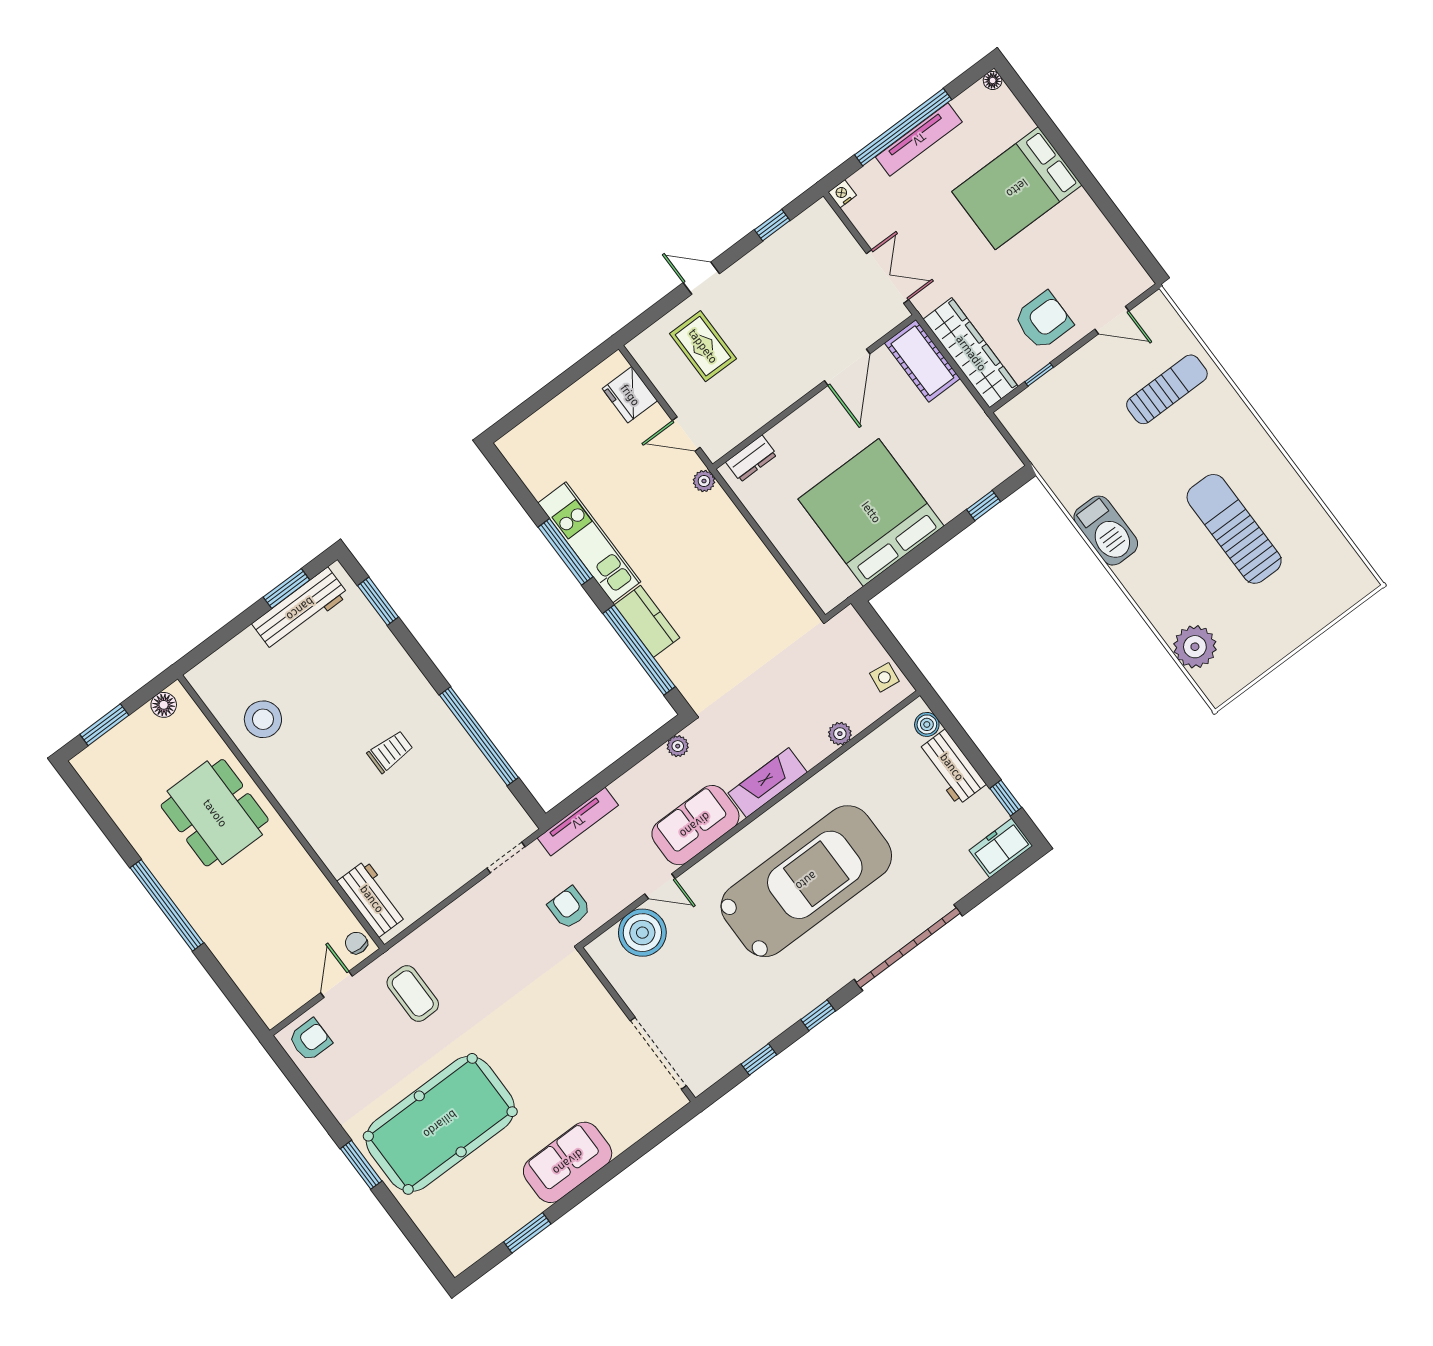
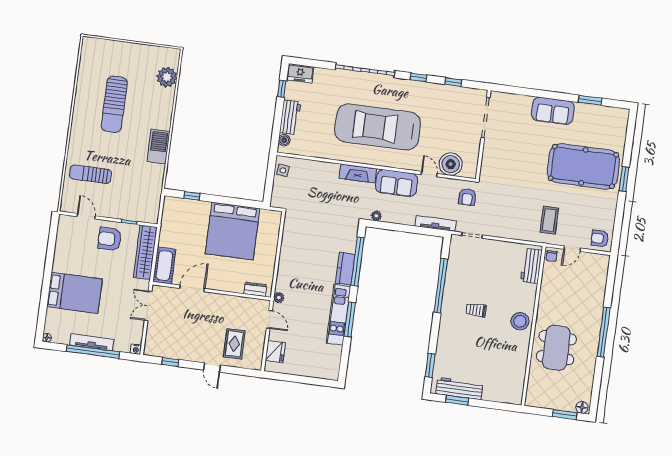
floor lamp: (164, 705) -> (582, 407), moved
stool: (263, 719) -> (520, 321), moved
plant: (840, 734) -> (317, 166), removed

